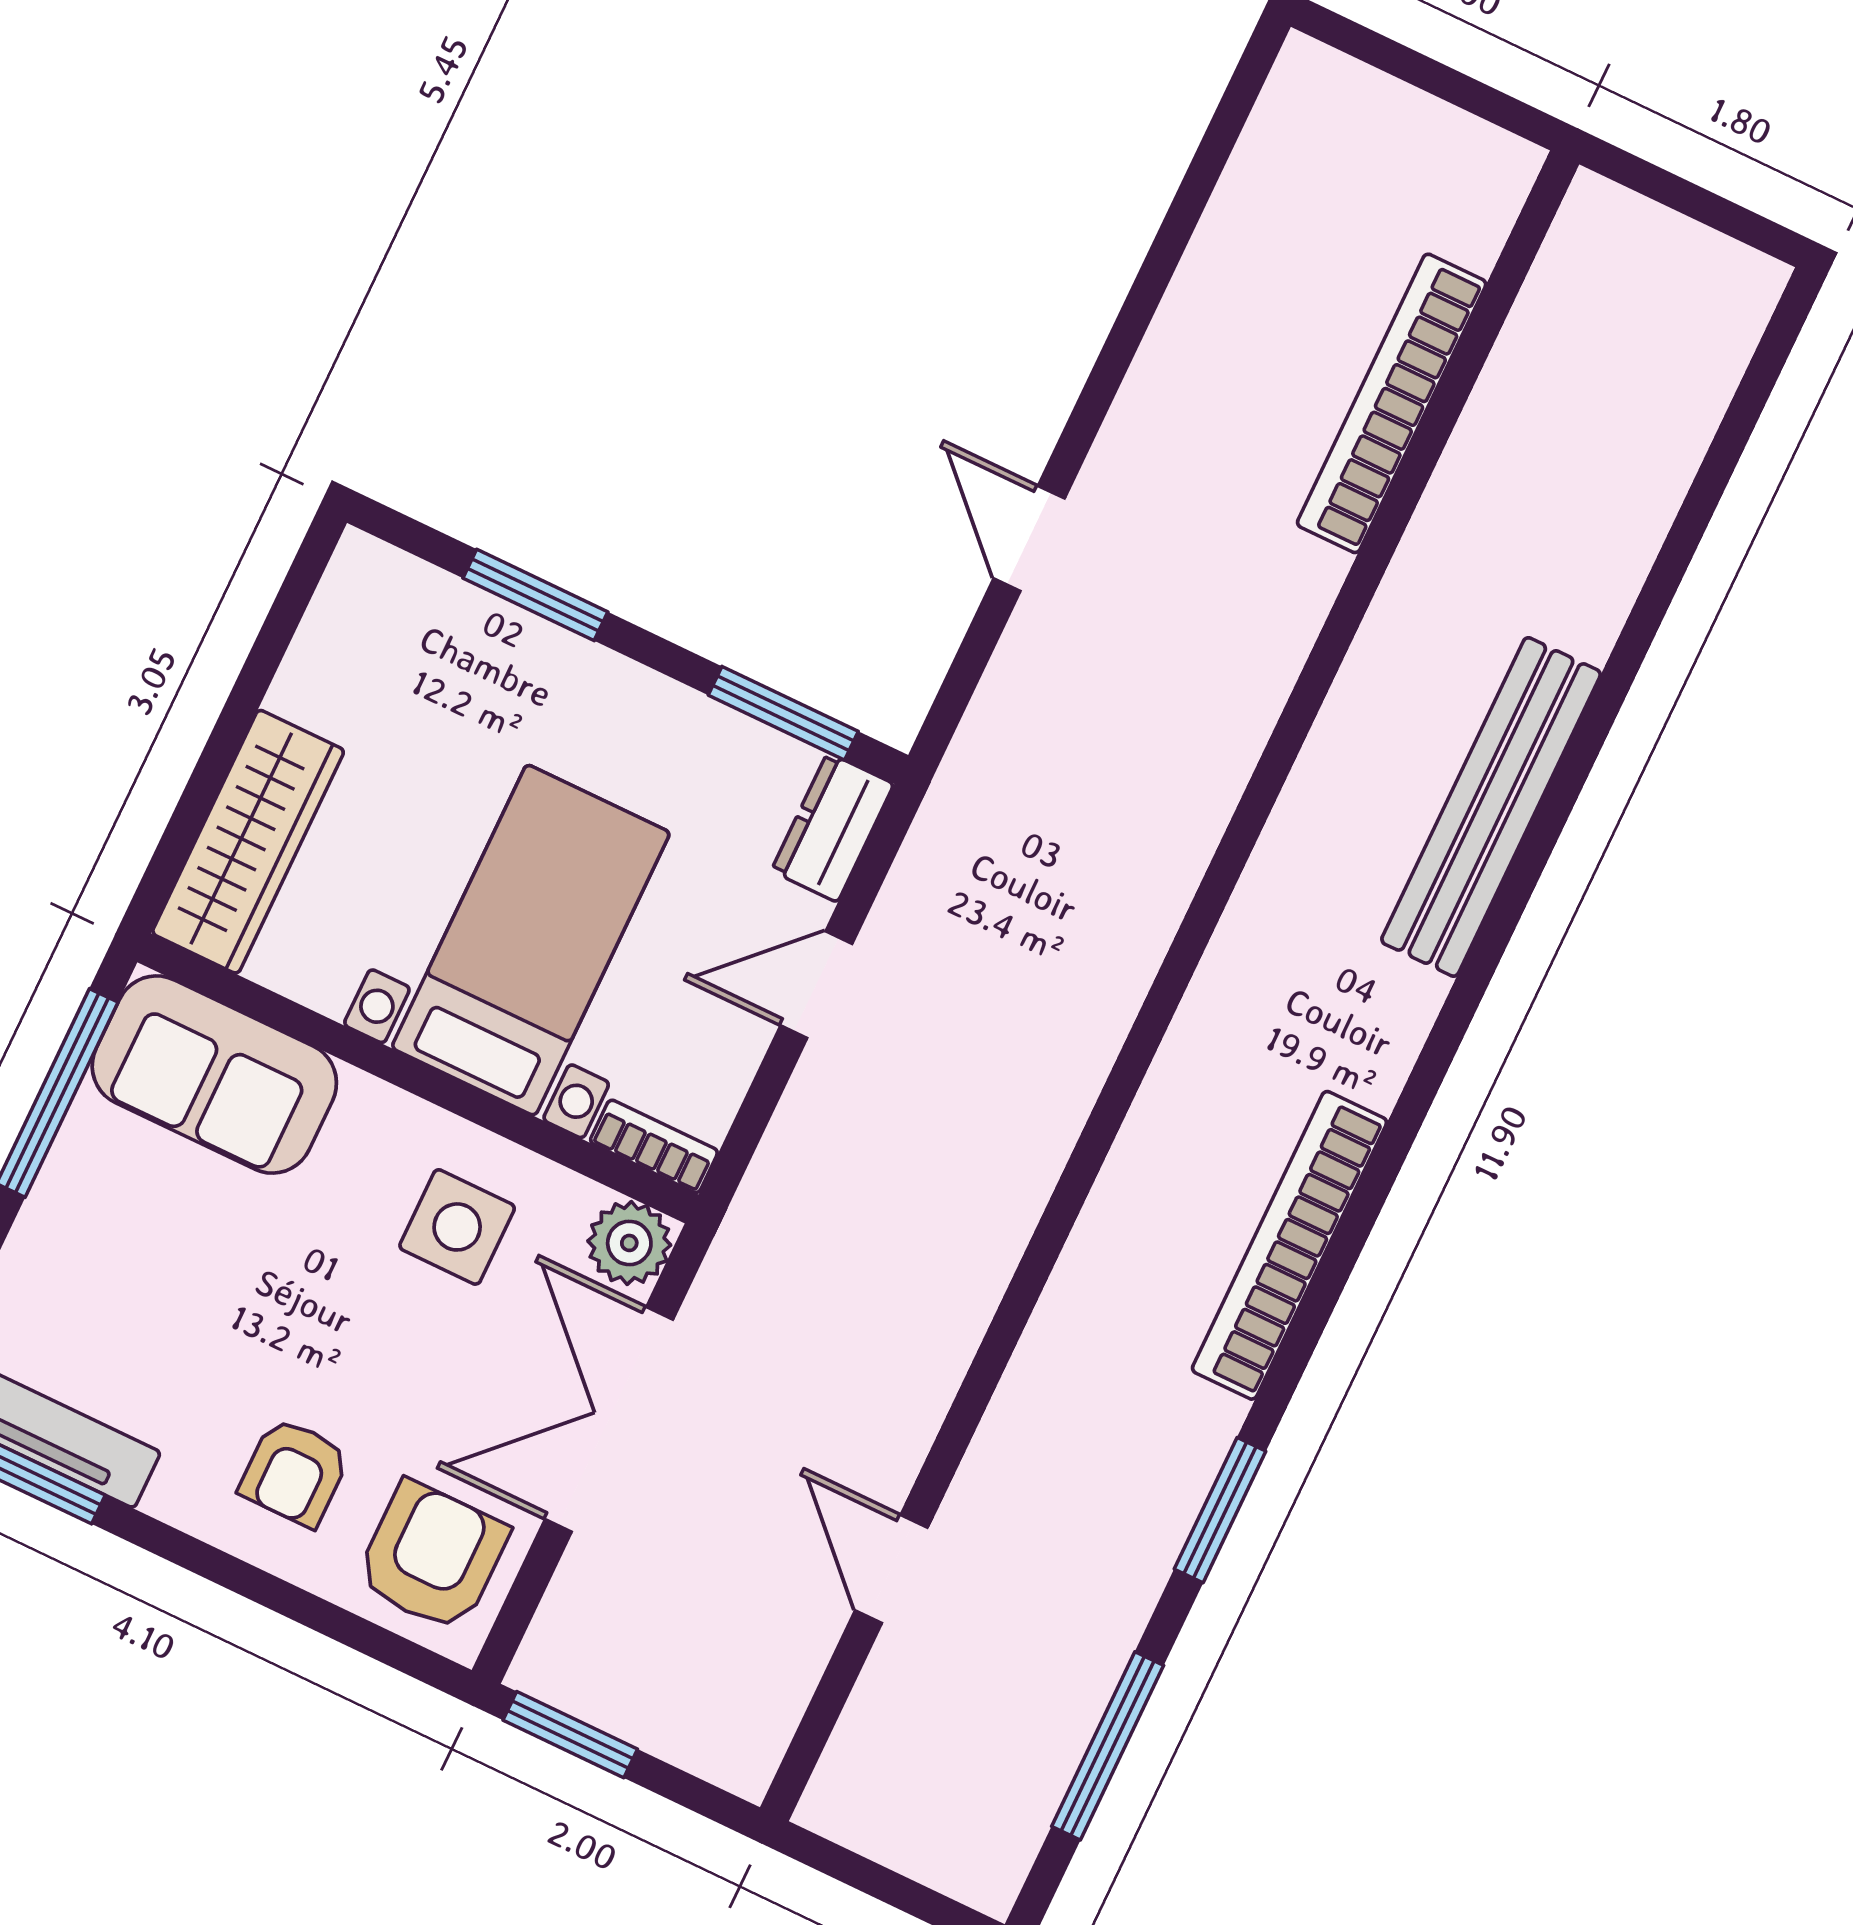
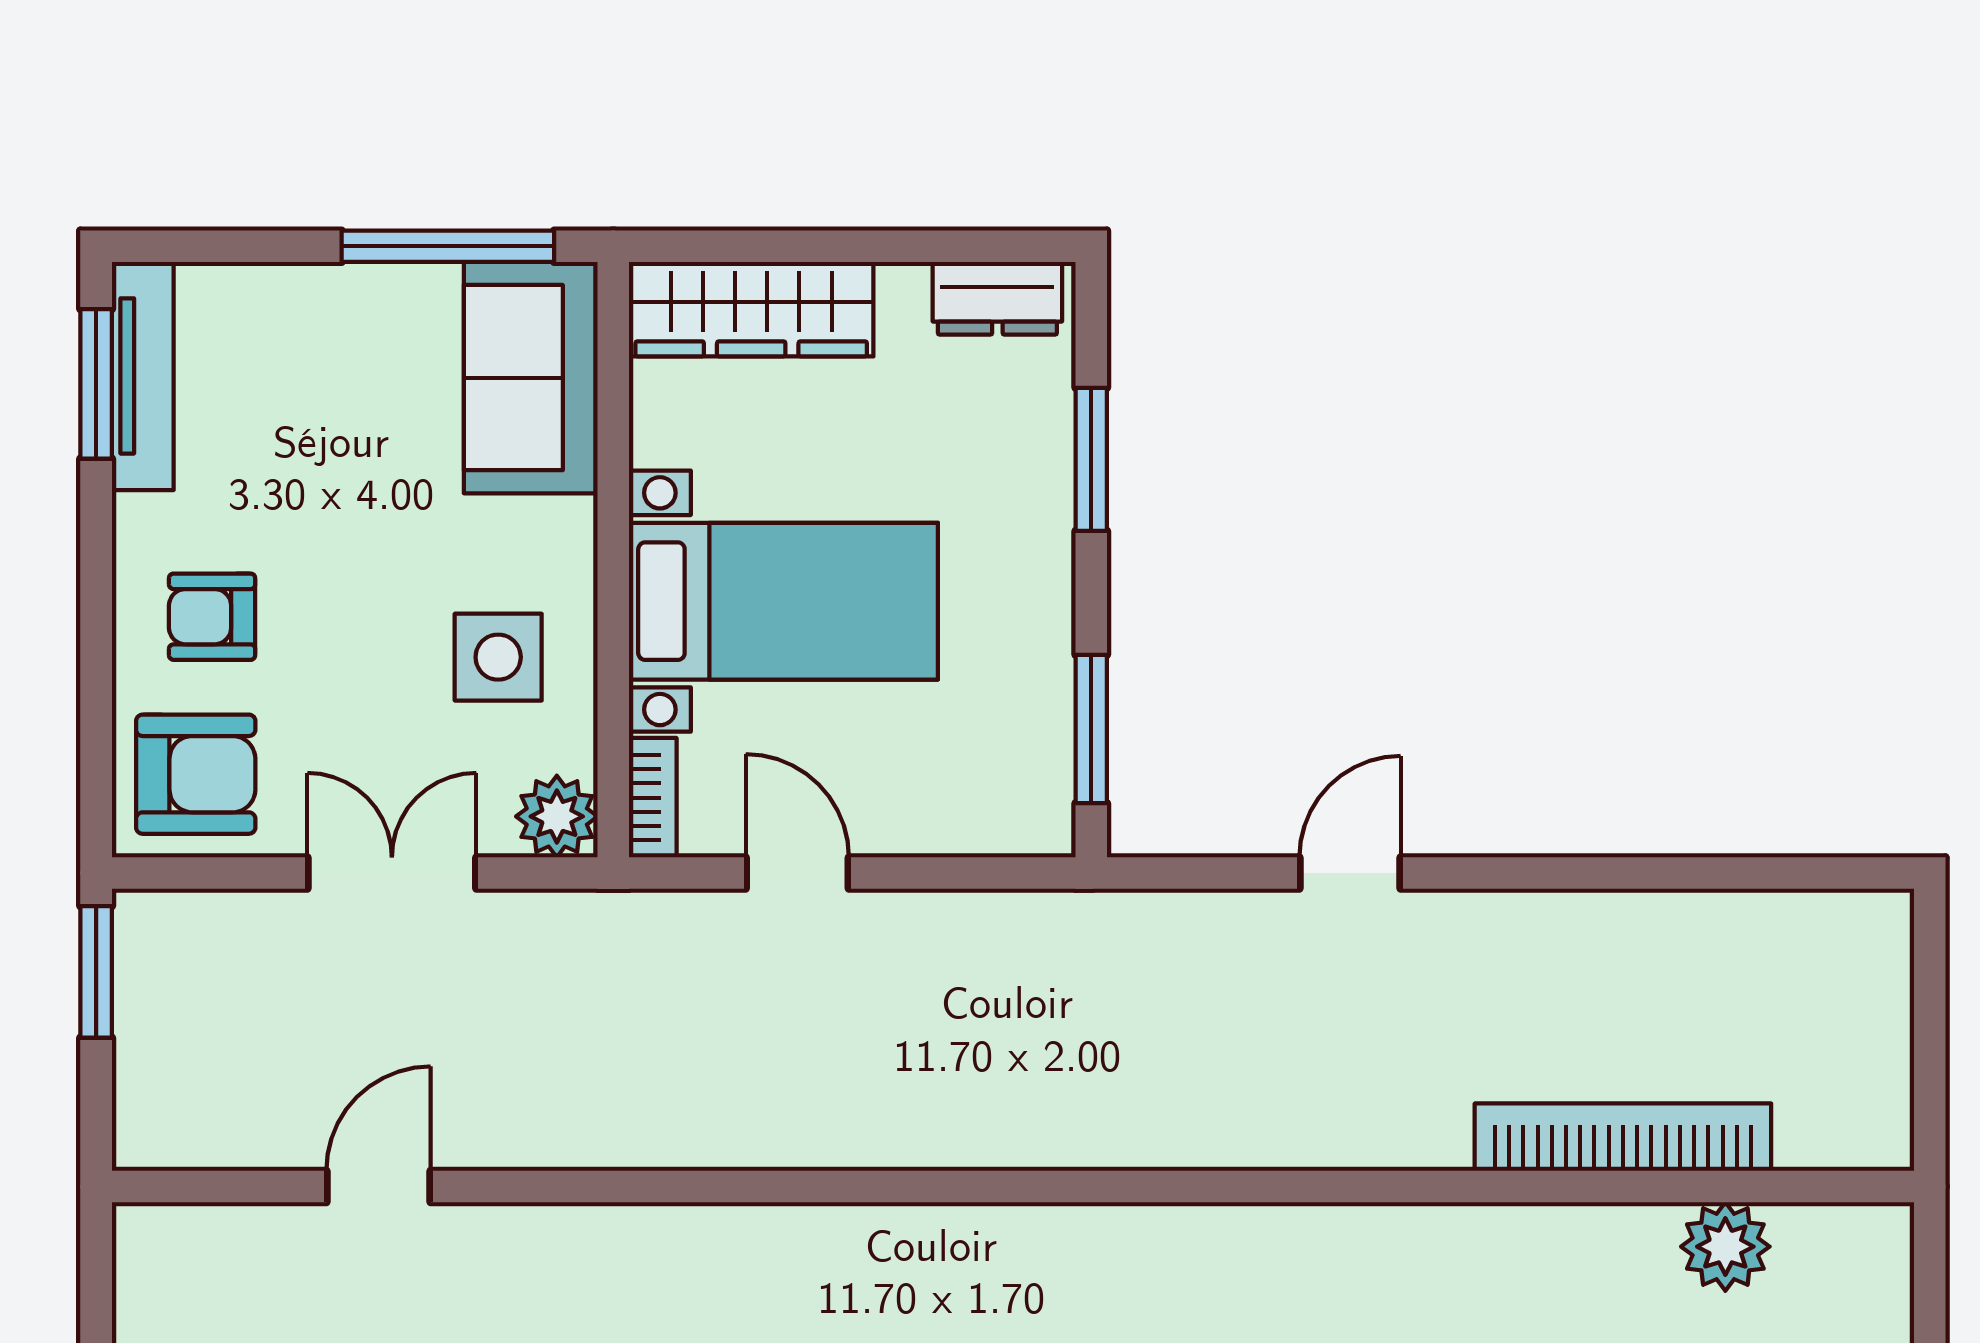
plant: (1537, 357) -> (1725, 1247), added
dresser: (833, 827) -> (997, 298), moved, turned 180
door: (816, 985) -> (797, 873), moved
double door: (609, 1419) -> (392, 873), width x0.73

